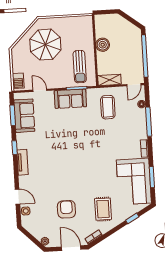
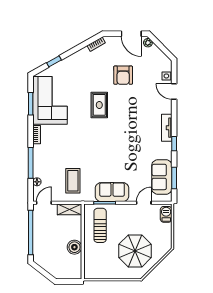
door: (40, 90) -> (144, 203), swing flipped
rug: (103, 209) -> (99, 105), moved
door: (71, 248) -> (131, 34), moved

